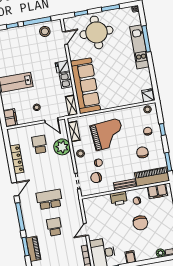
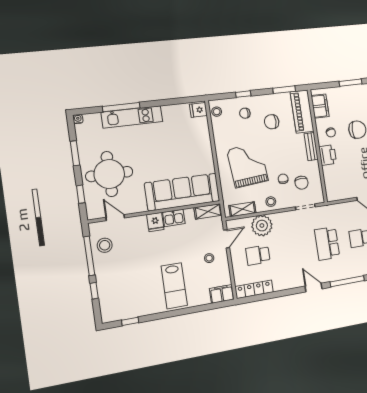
locker: (17, 159) -> (254, 289), moved

